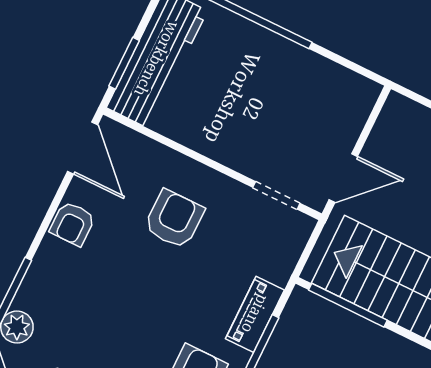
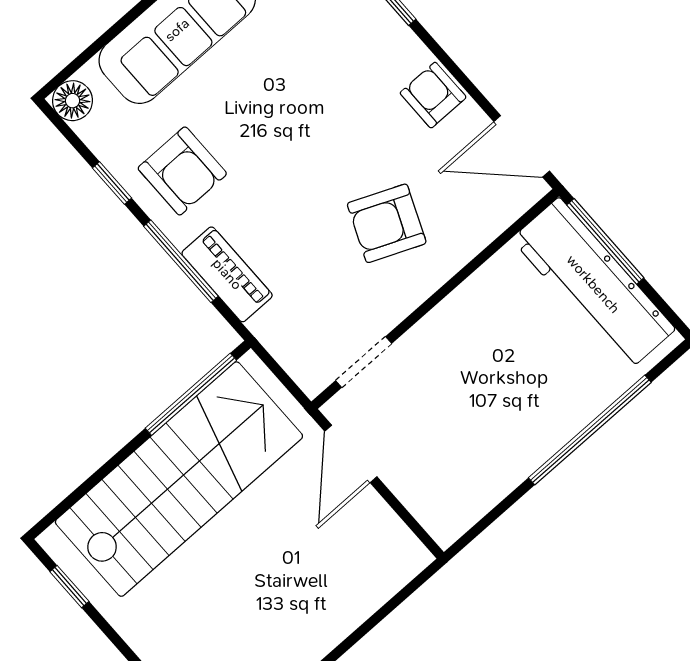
window: (124, 63) -> (605, 241), width x1.44
armchair: (174, 219) -> (387, 223), turned 113

